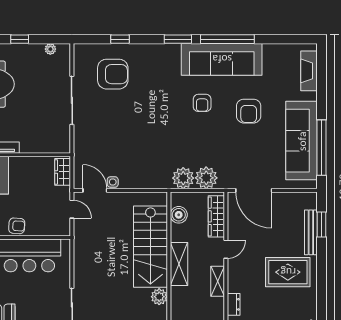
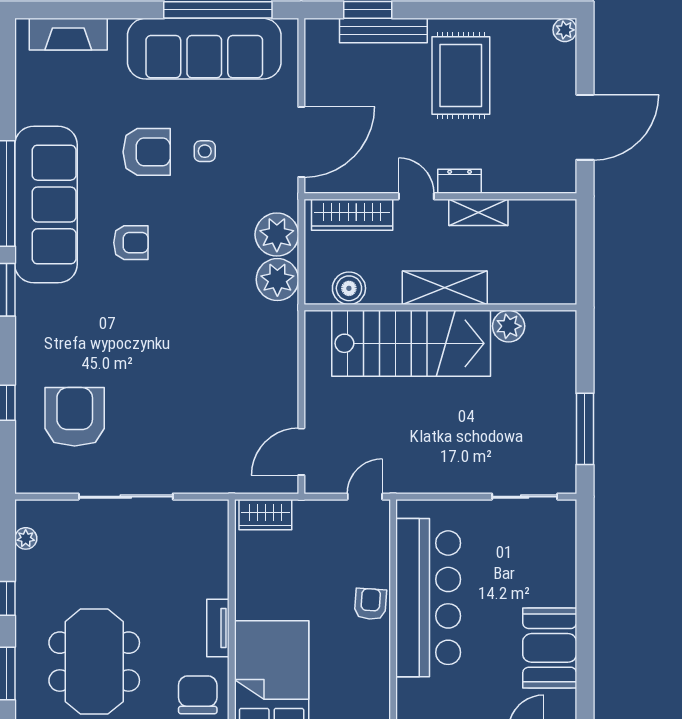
side table: (113, 182) -> (205, 151), moved
door: (72, 209) -> (365, 497), moved
dresser: (234, 304) -> (460, 181), moved

